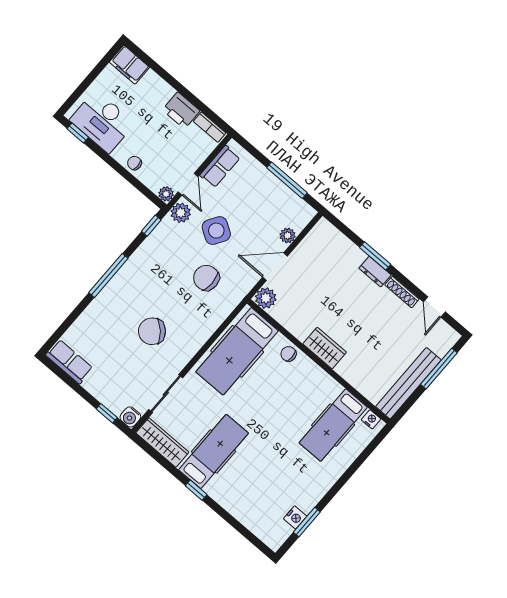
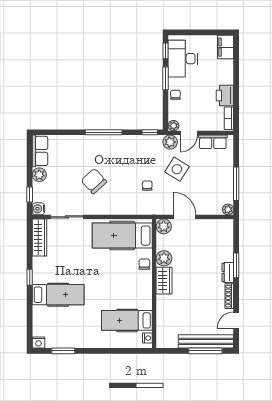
window: (108, 159) -> (166, 78), added
plant: (288, 236) -> (228, 209), moved
chair: (206, 278) -> (147, 186), width x0.54, depth x0.54
plant: (300, 327) -> (164, 258), added
bench: (408, 383) -> (206, 341), moved
plant: (94, 385) -> (39, 175), added
hospital bed: (213, 451) -> (58, 295), moved
nightstand: (295, 517) -> (38, 342), moved

